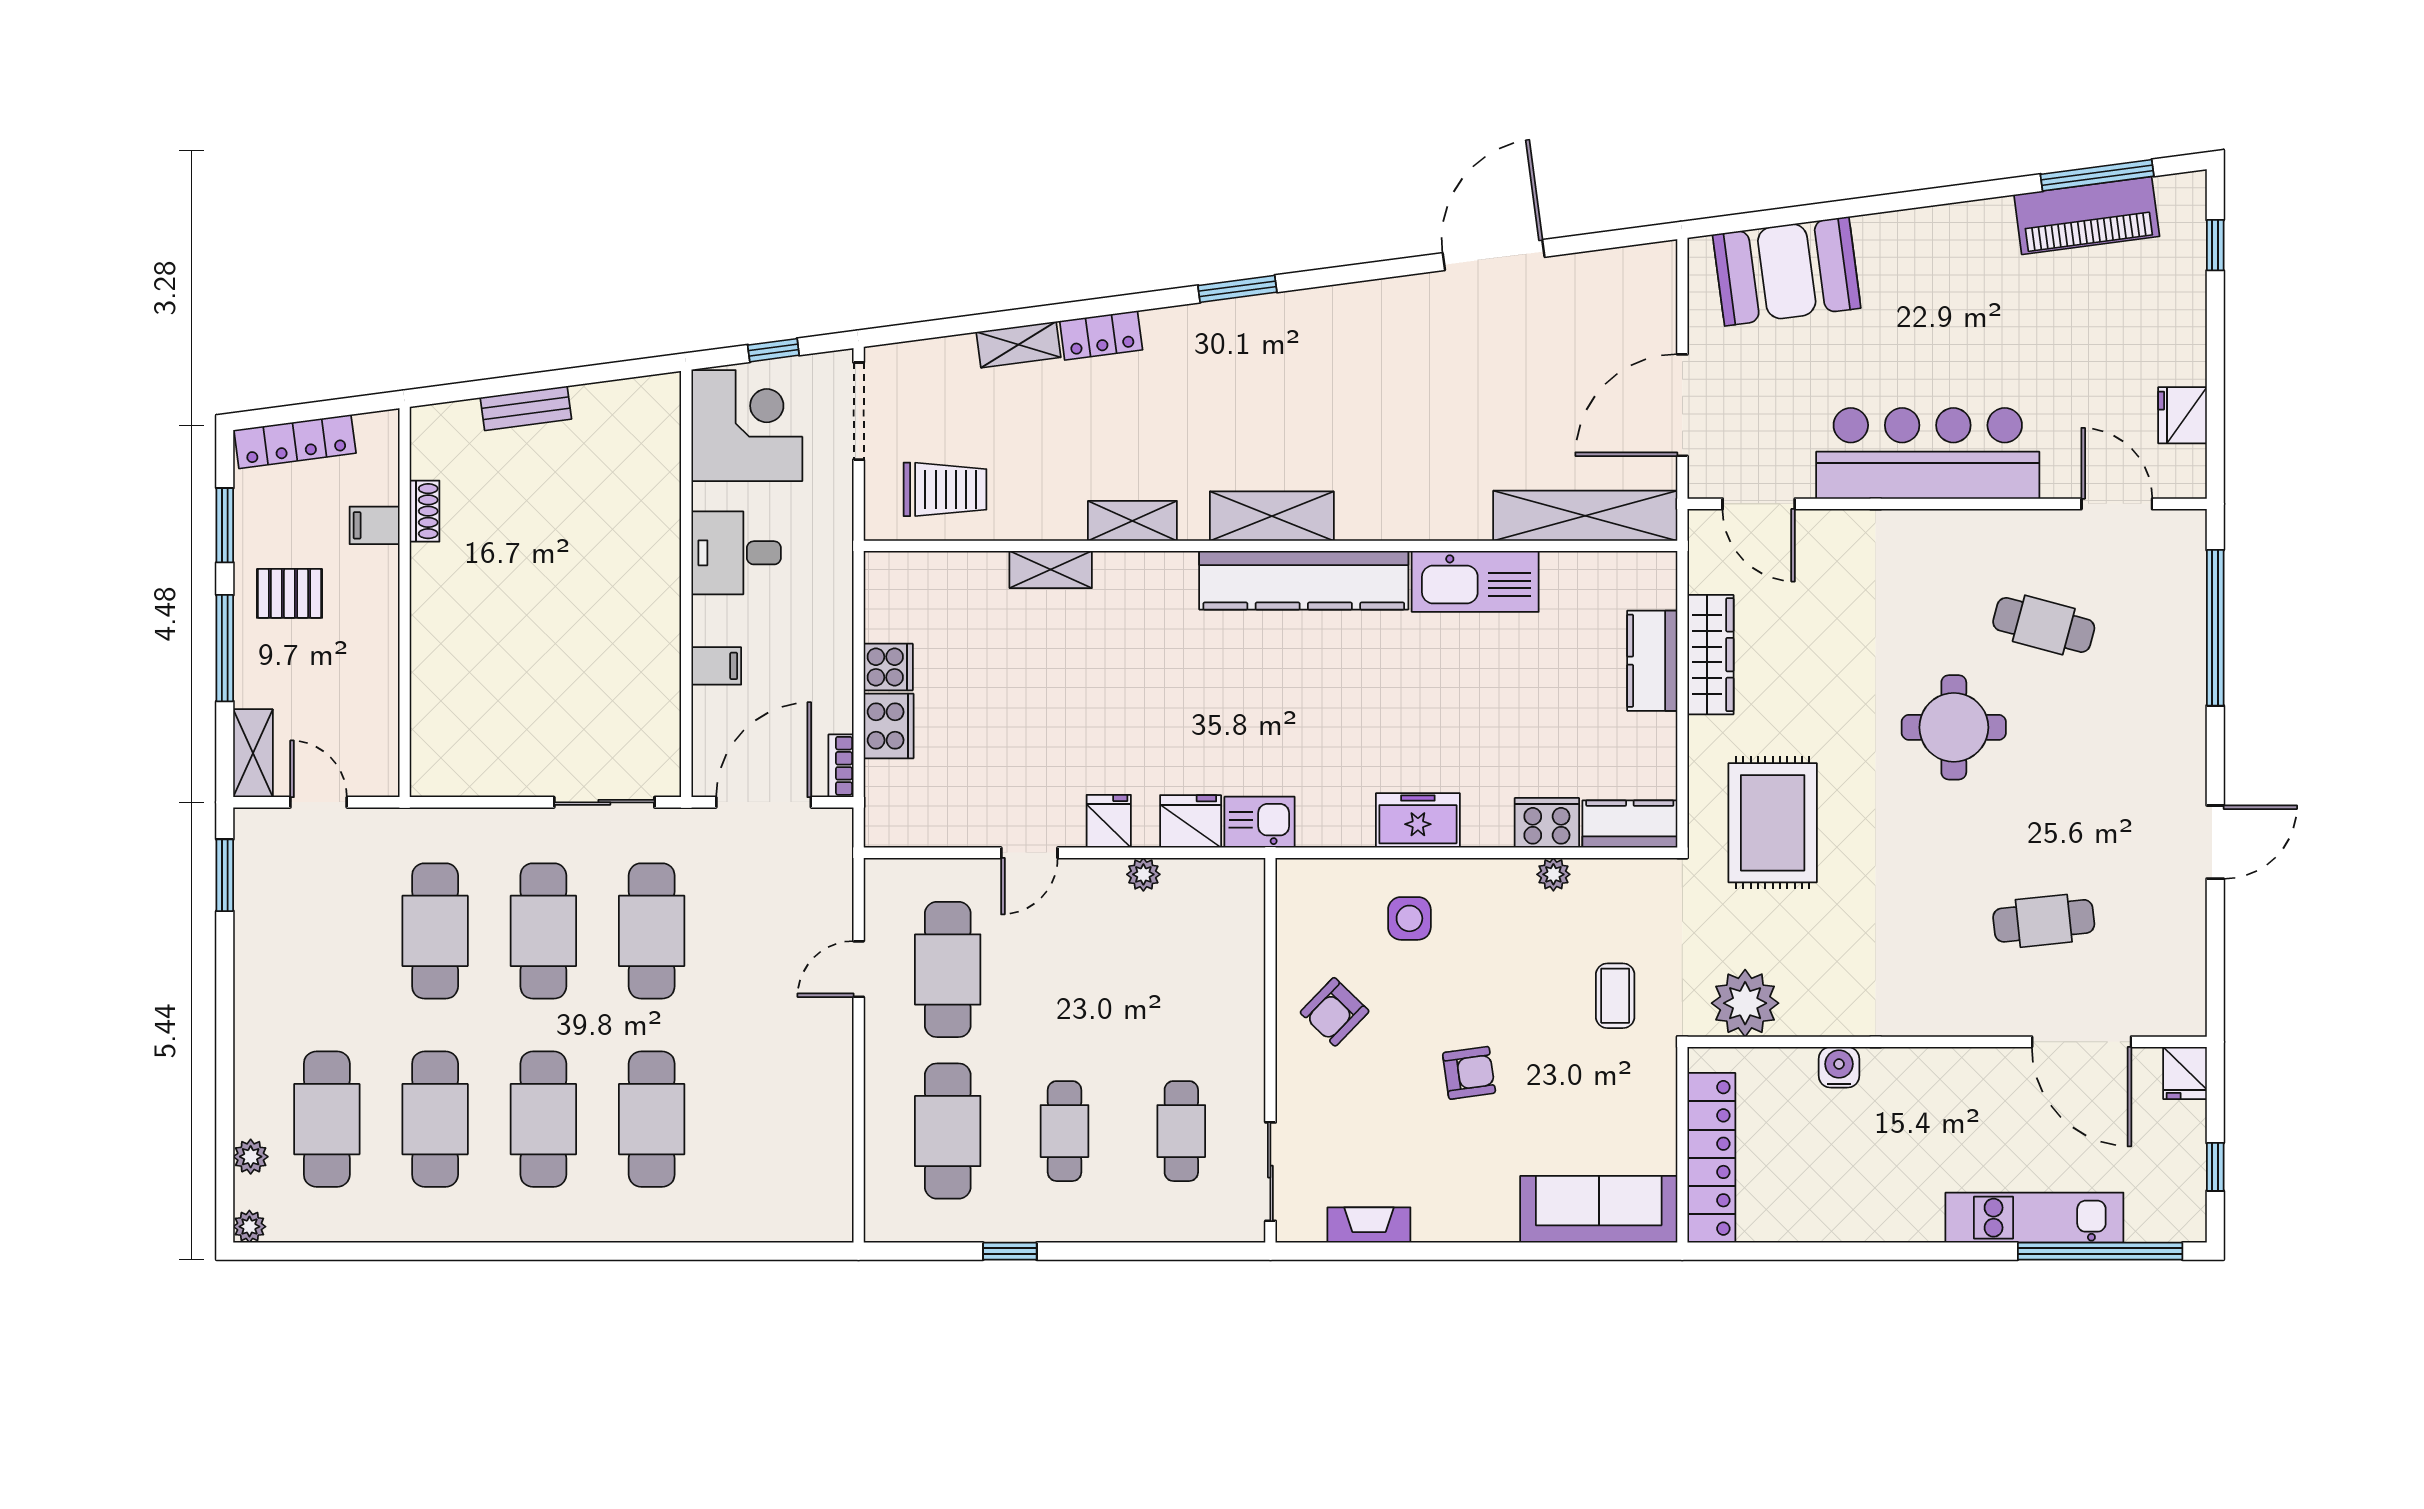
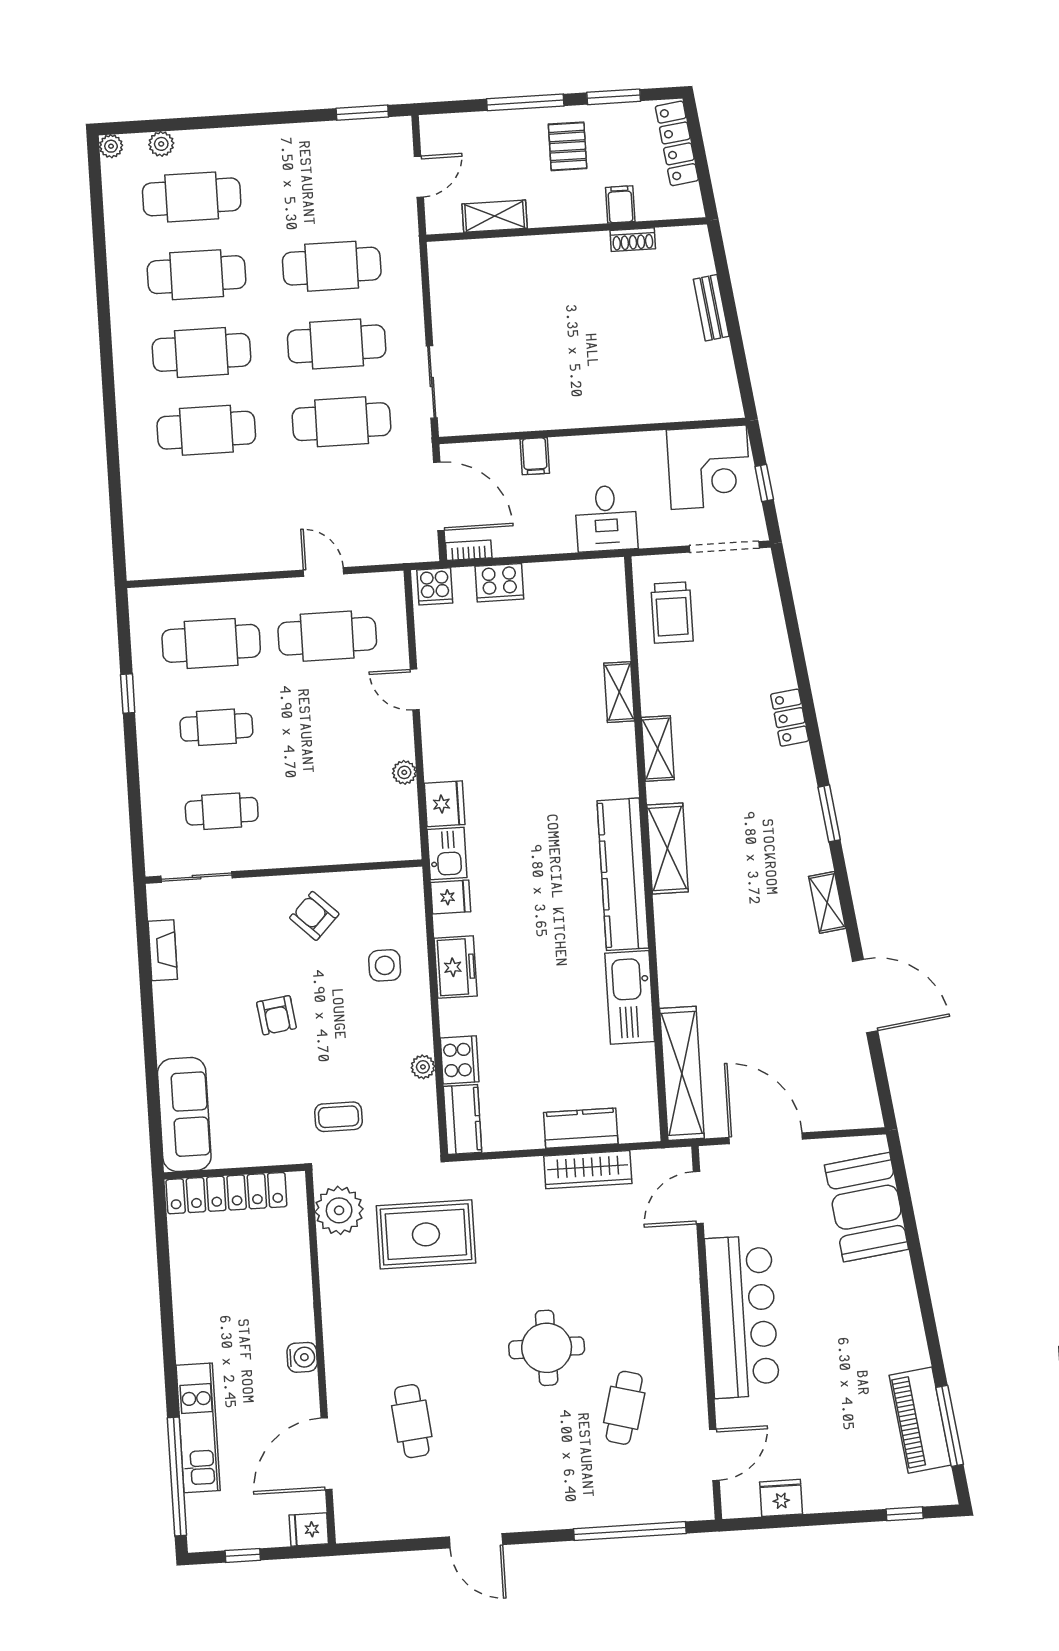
shelving: (1019, 345) -> (827, 902), moved
desk: (736, 553) -> (606, 518), moved, turned 180
cooker: (888, 667) -> (435, 586), moved
shelving: (253, 753) -> (495, 216), moved
fridge: (1109, 821) -> (451, 897), moved
rug: (1773, 823) -> (426, 1234), moved
water cooler: (1839, 1067) -> (302, 1357), moved

